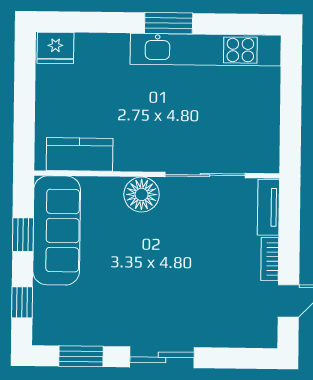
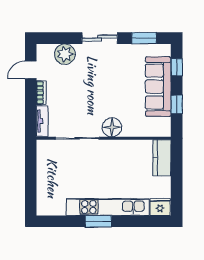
kitchen unit: (206, 50) -> (108, 207), moved
kitchen counter: (80, 154) -> (162, 158), moved, turned 90
sofa: (57, 230) -> (158, 87), moved
plant: (226, 329) -> (65, 54), added

